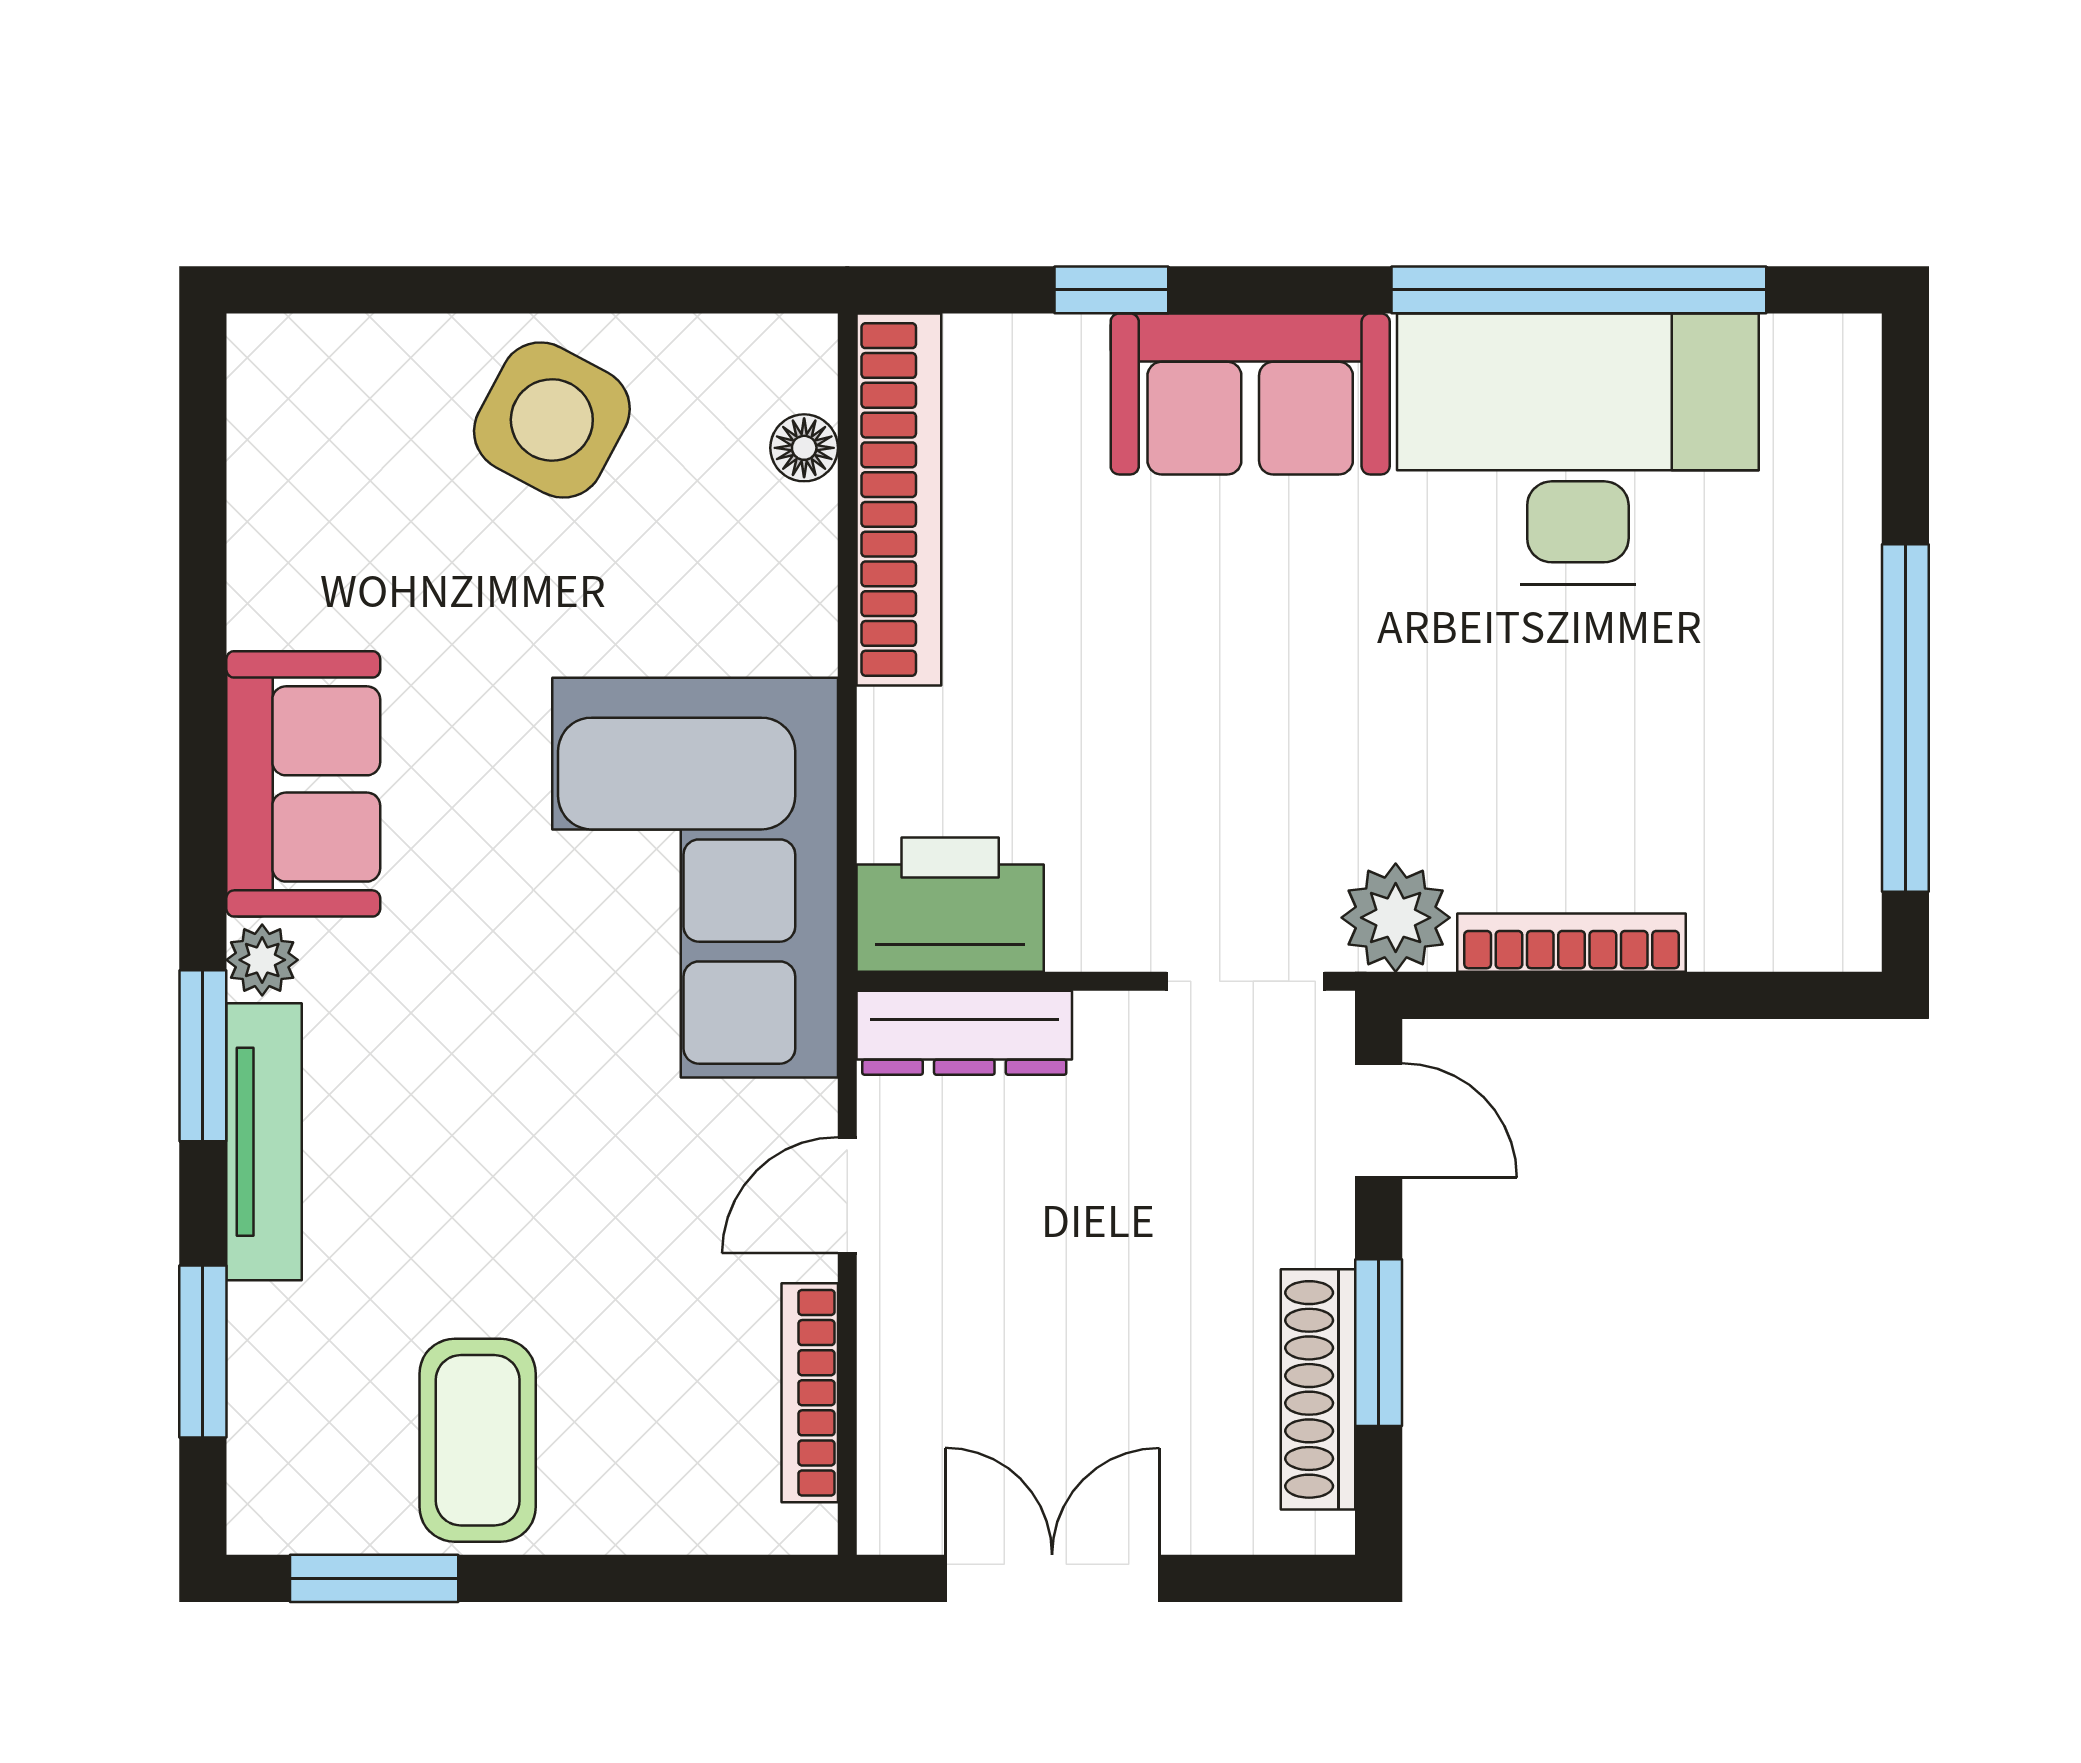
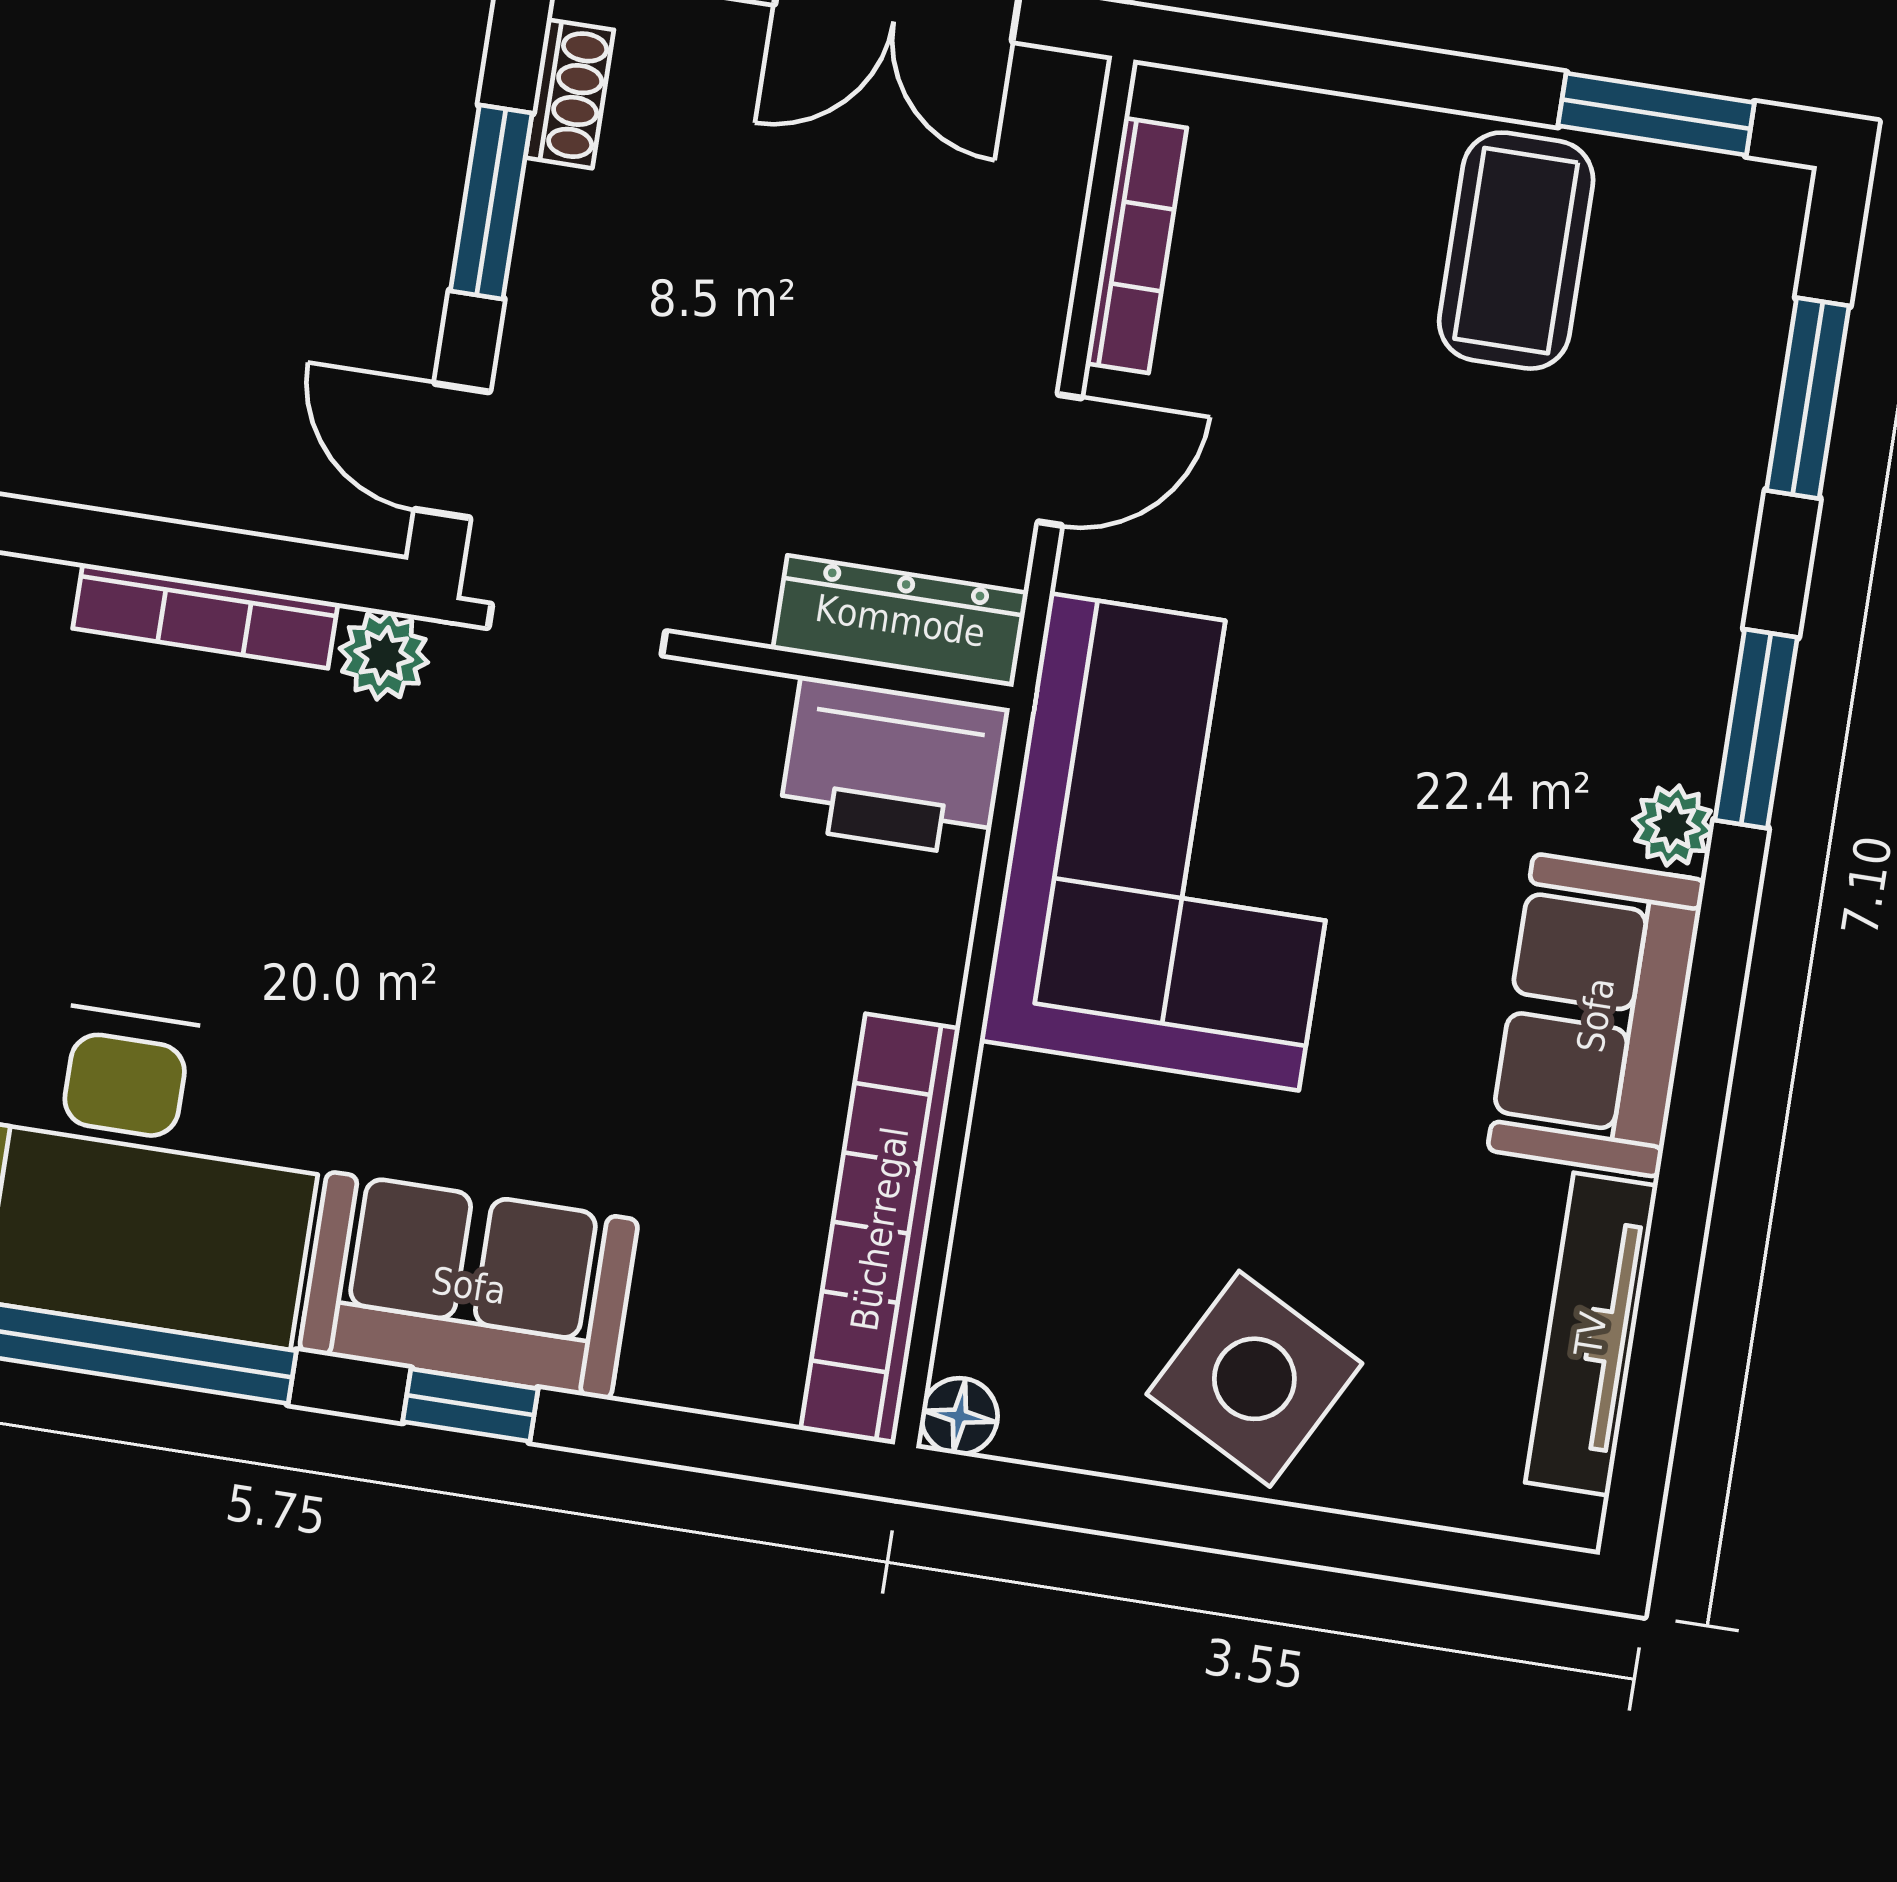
window: (1111, 290) -> (470, 1405), moved
floor lamp: (804, 448) -> (959, 1416), moved
plant: (1396, 918) -> (384, 655), width x0.73, depth x0.73
tv unit: (264, 1142) -> (1591, 1334), moved
shoe rack: (1318, 1389) -> (570, 94), width x0.51, depth x0.81

